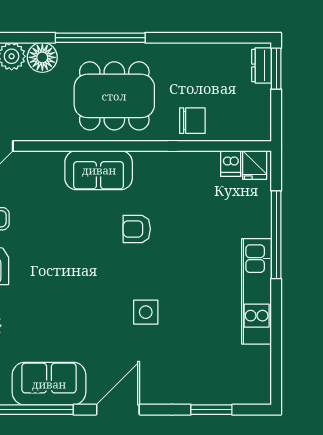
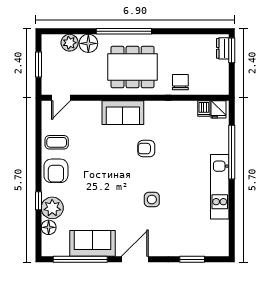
chair: (192, 121) -> (180, 82), turned -90

